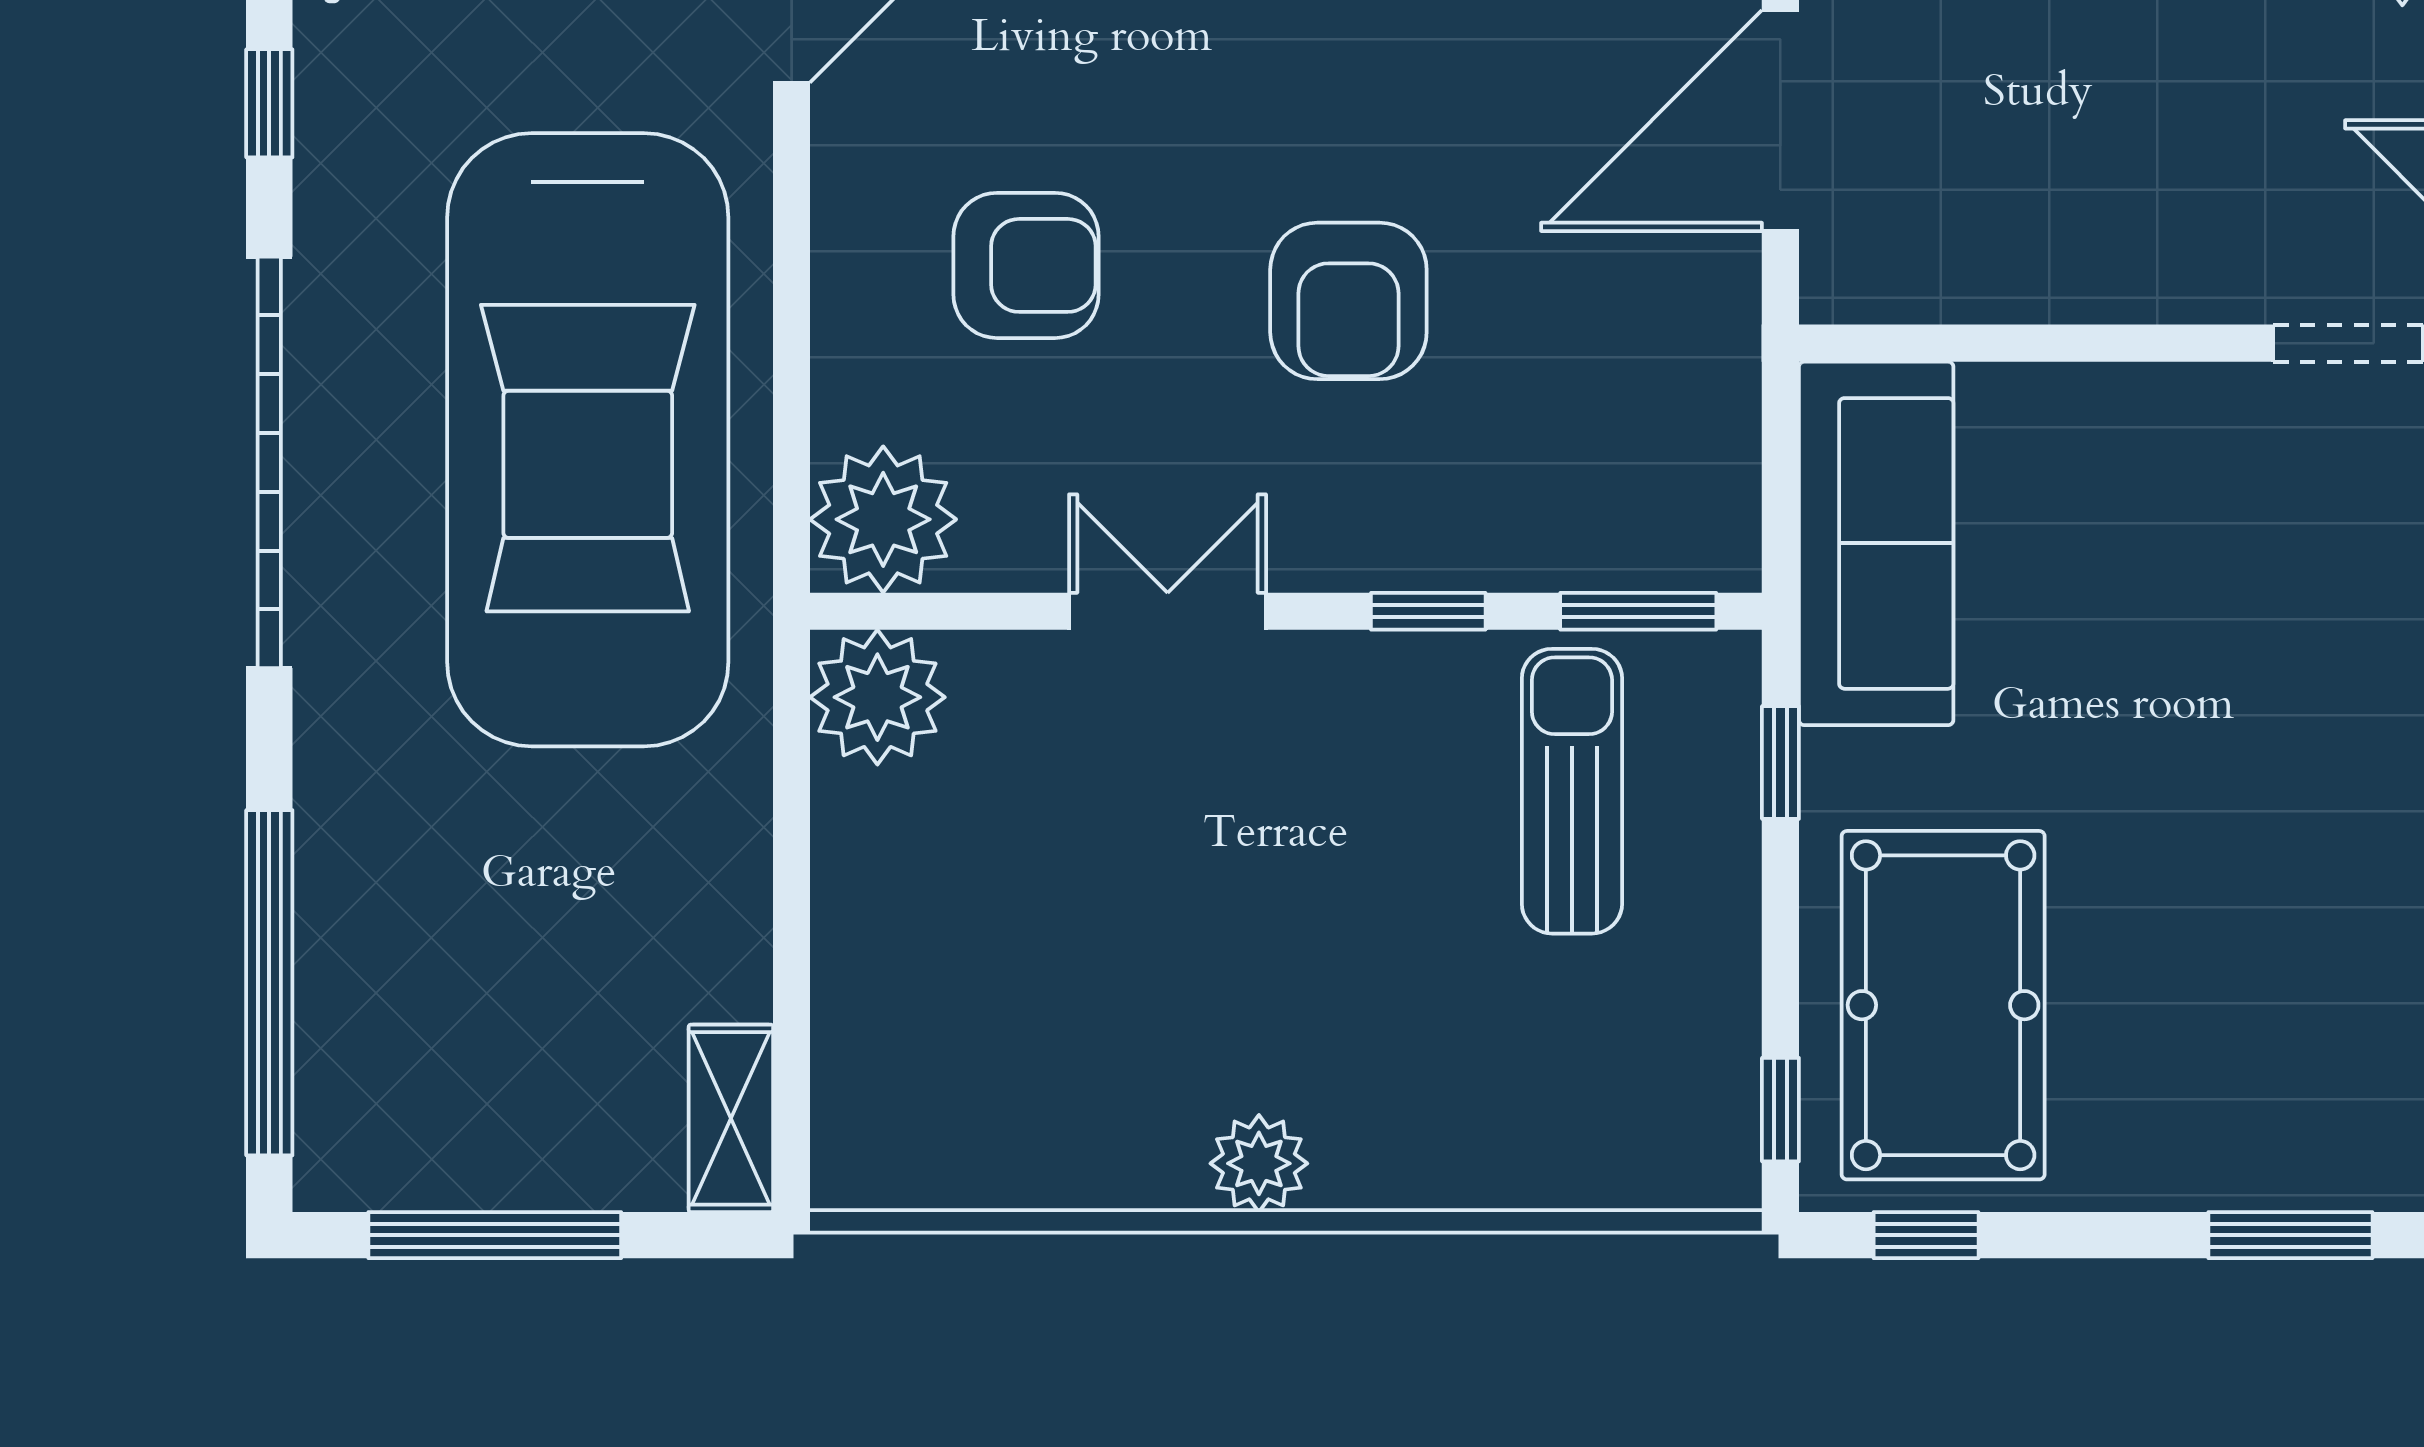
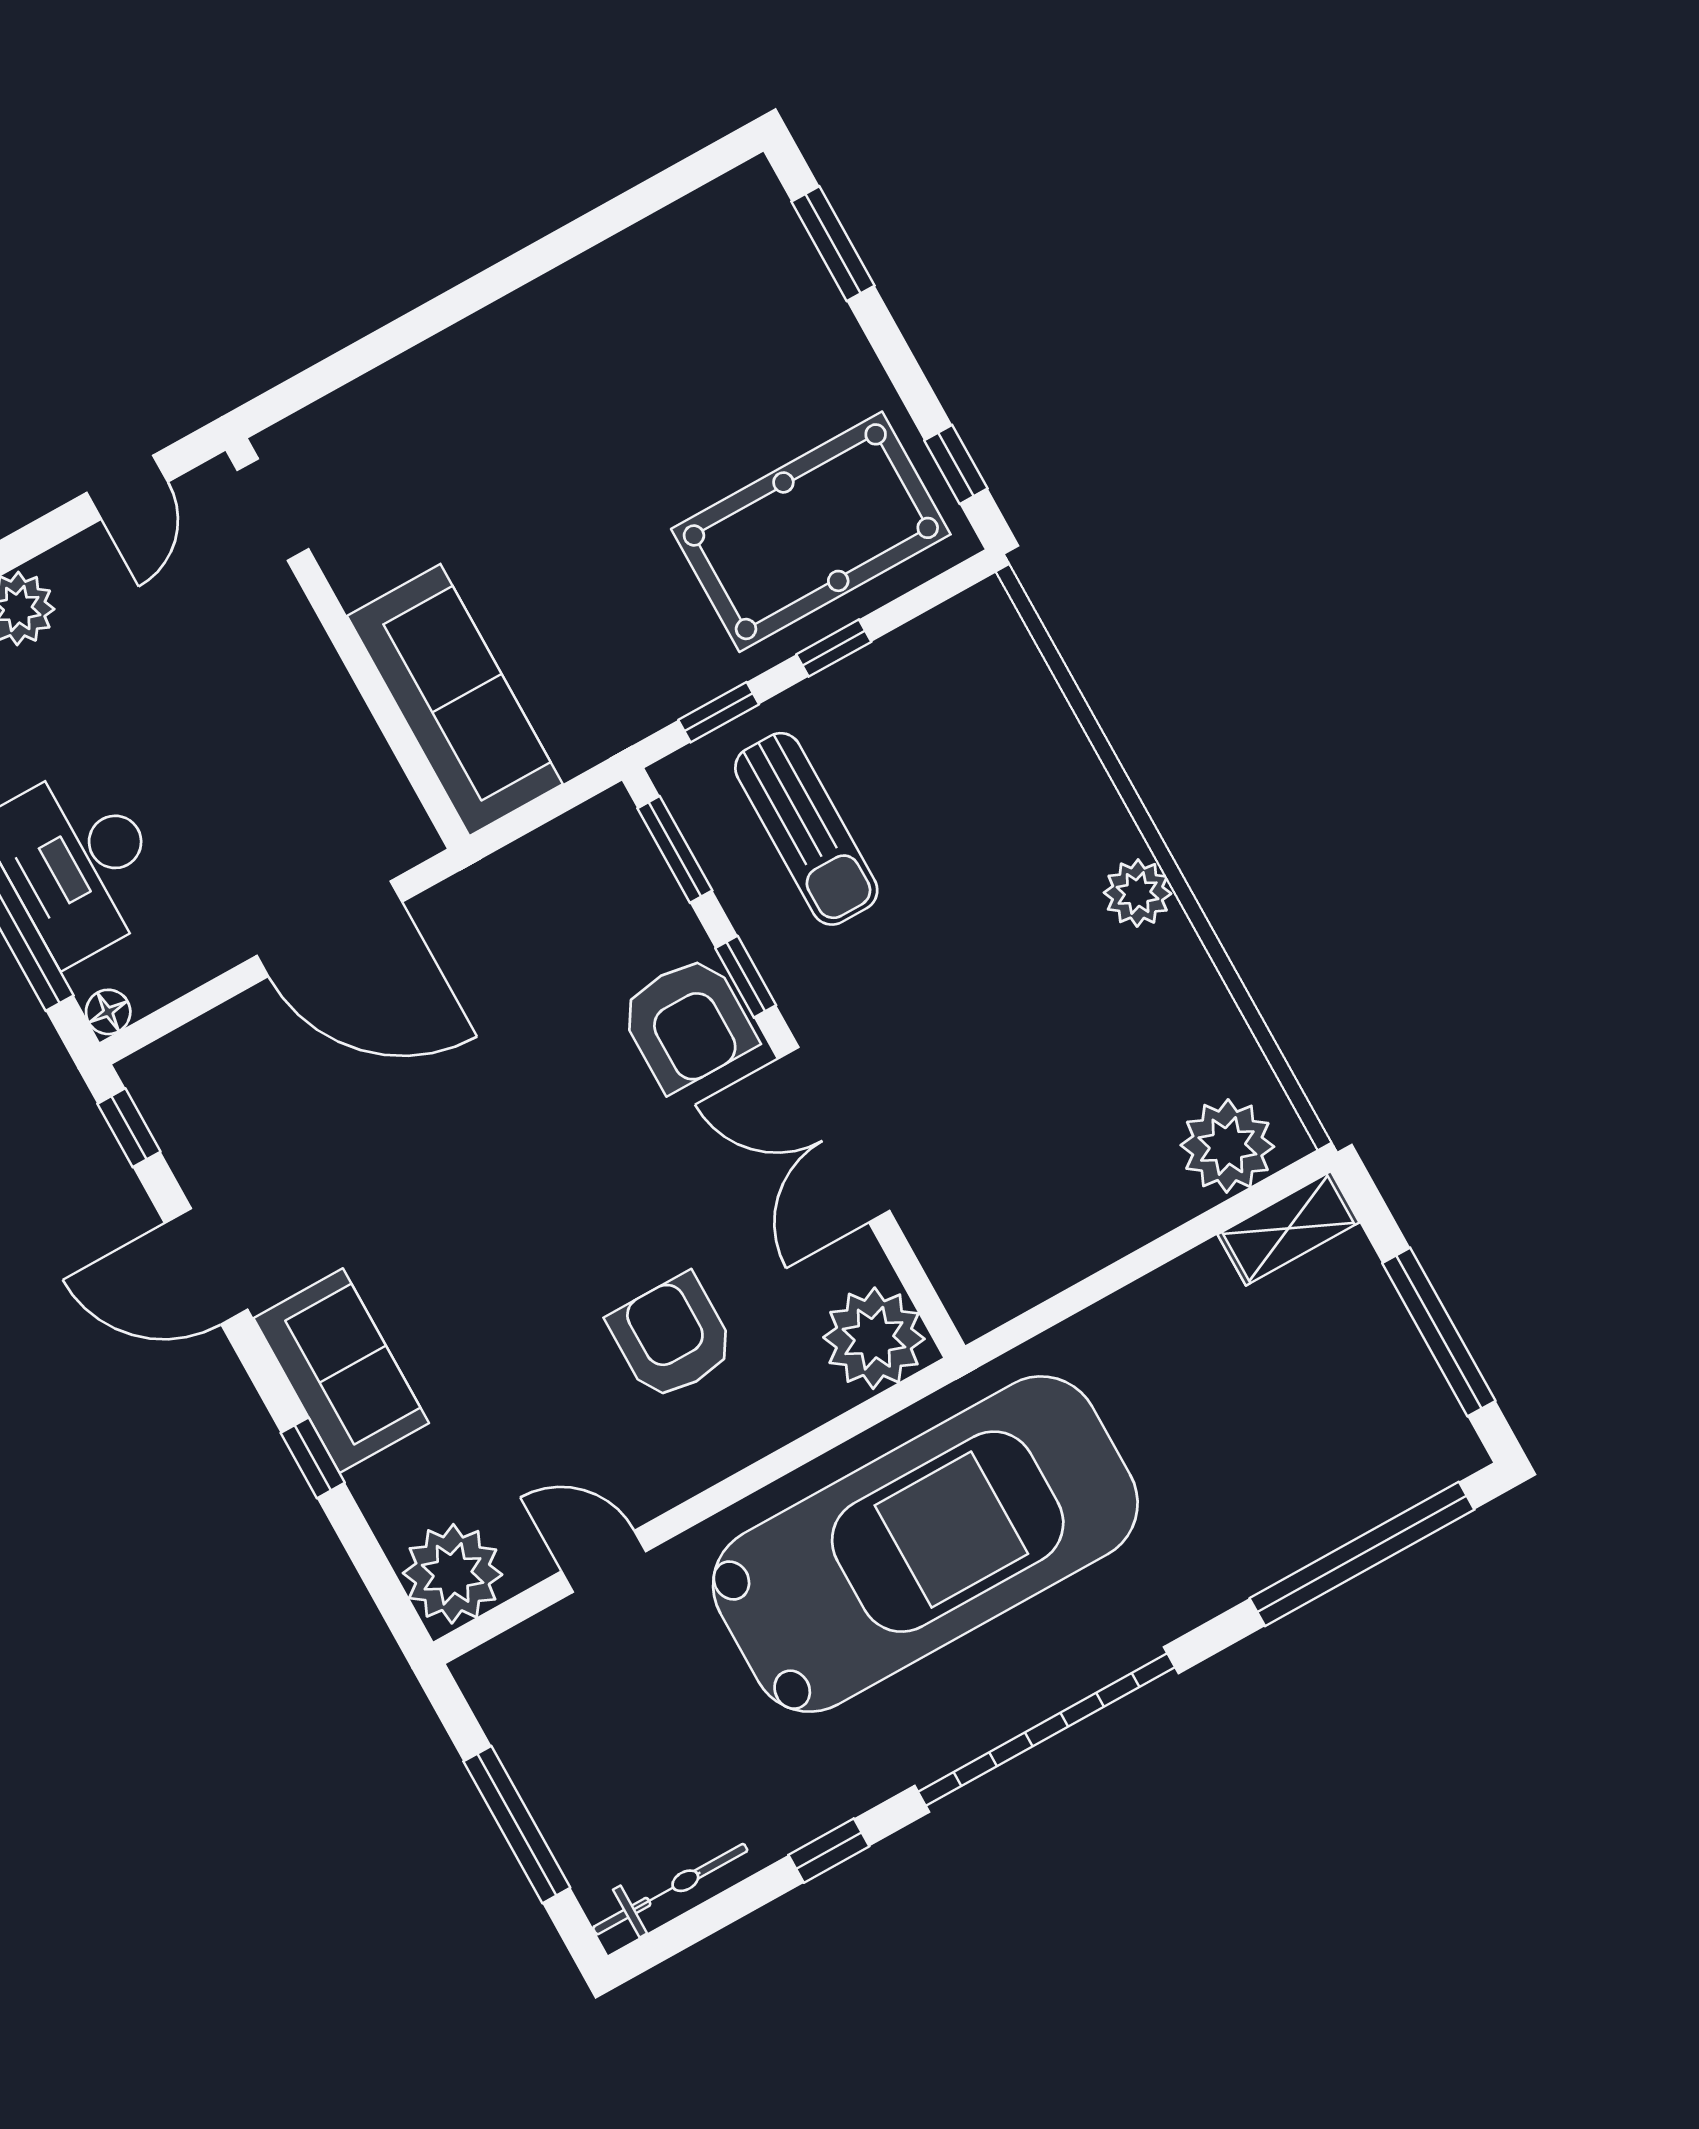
armchair: (1348, 301) -> (687, 1023), moved, turned 90
sofa: (1876, 543) -> (455, 700), moved, turned 90
double door: (1168, 611) -> (834, 1135), width x1.37
plant: (877, 697) -> (1227, 1146), moved
sun lounger: (1572, 791) -> (806, 829), turned -90
window: (1780, 1110) -> (834, 648), moved

